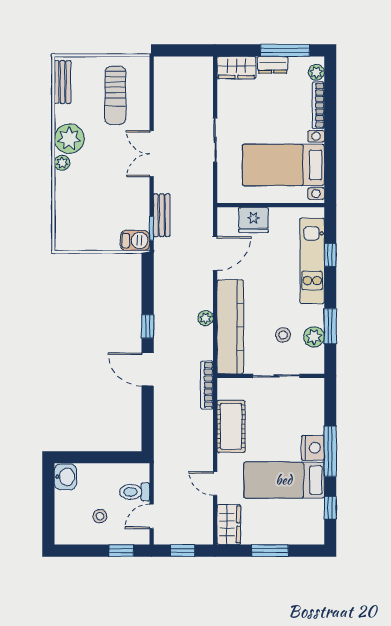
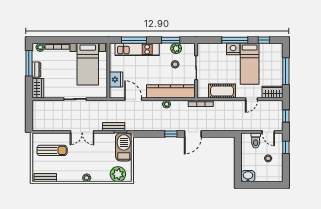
plant: (69, 139) -> (118, 174), moved
barbecue: (135, 240) -> (124, 147), width x1.88, depth x1.53
window: (330, 255) -> (134, 40), width x2.17
window: (270, 551) -> (286, 71), width x1.44

